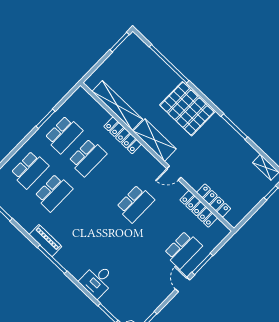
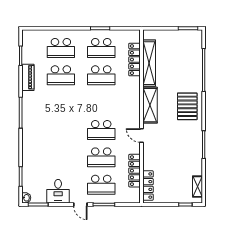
pallet: (187, 109) -> (187, 106), width x0.73, depth x0.71
locker: (123, 135) -> (135, 60), moved
locker: (214, 200) -> (148, 186), moved
school desk: (159, 227) -> (101, 157), added
piano: (45, 241) -> (28, 77), moved
desk: (97, 281) -> (58, 191), moved, turned -90
door: (183, 285) -> (80, 204), swing flipped

